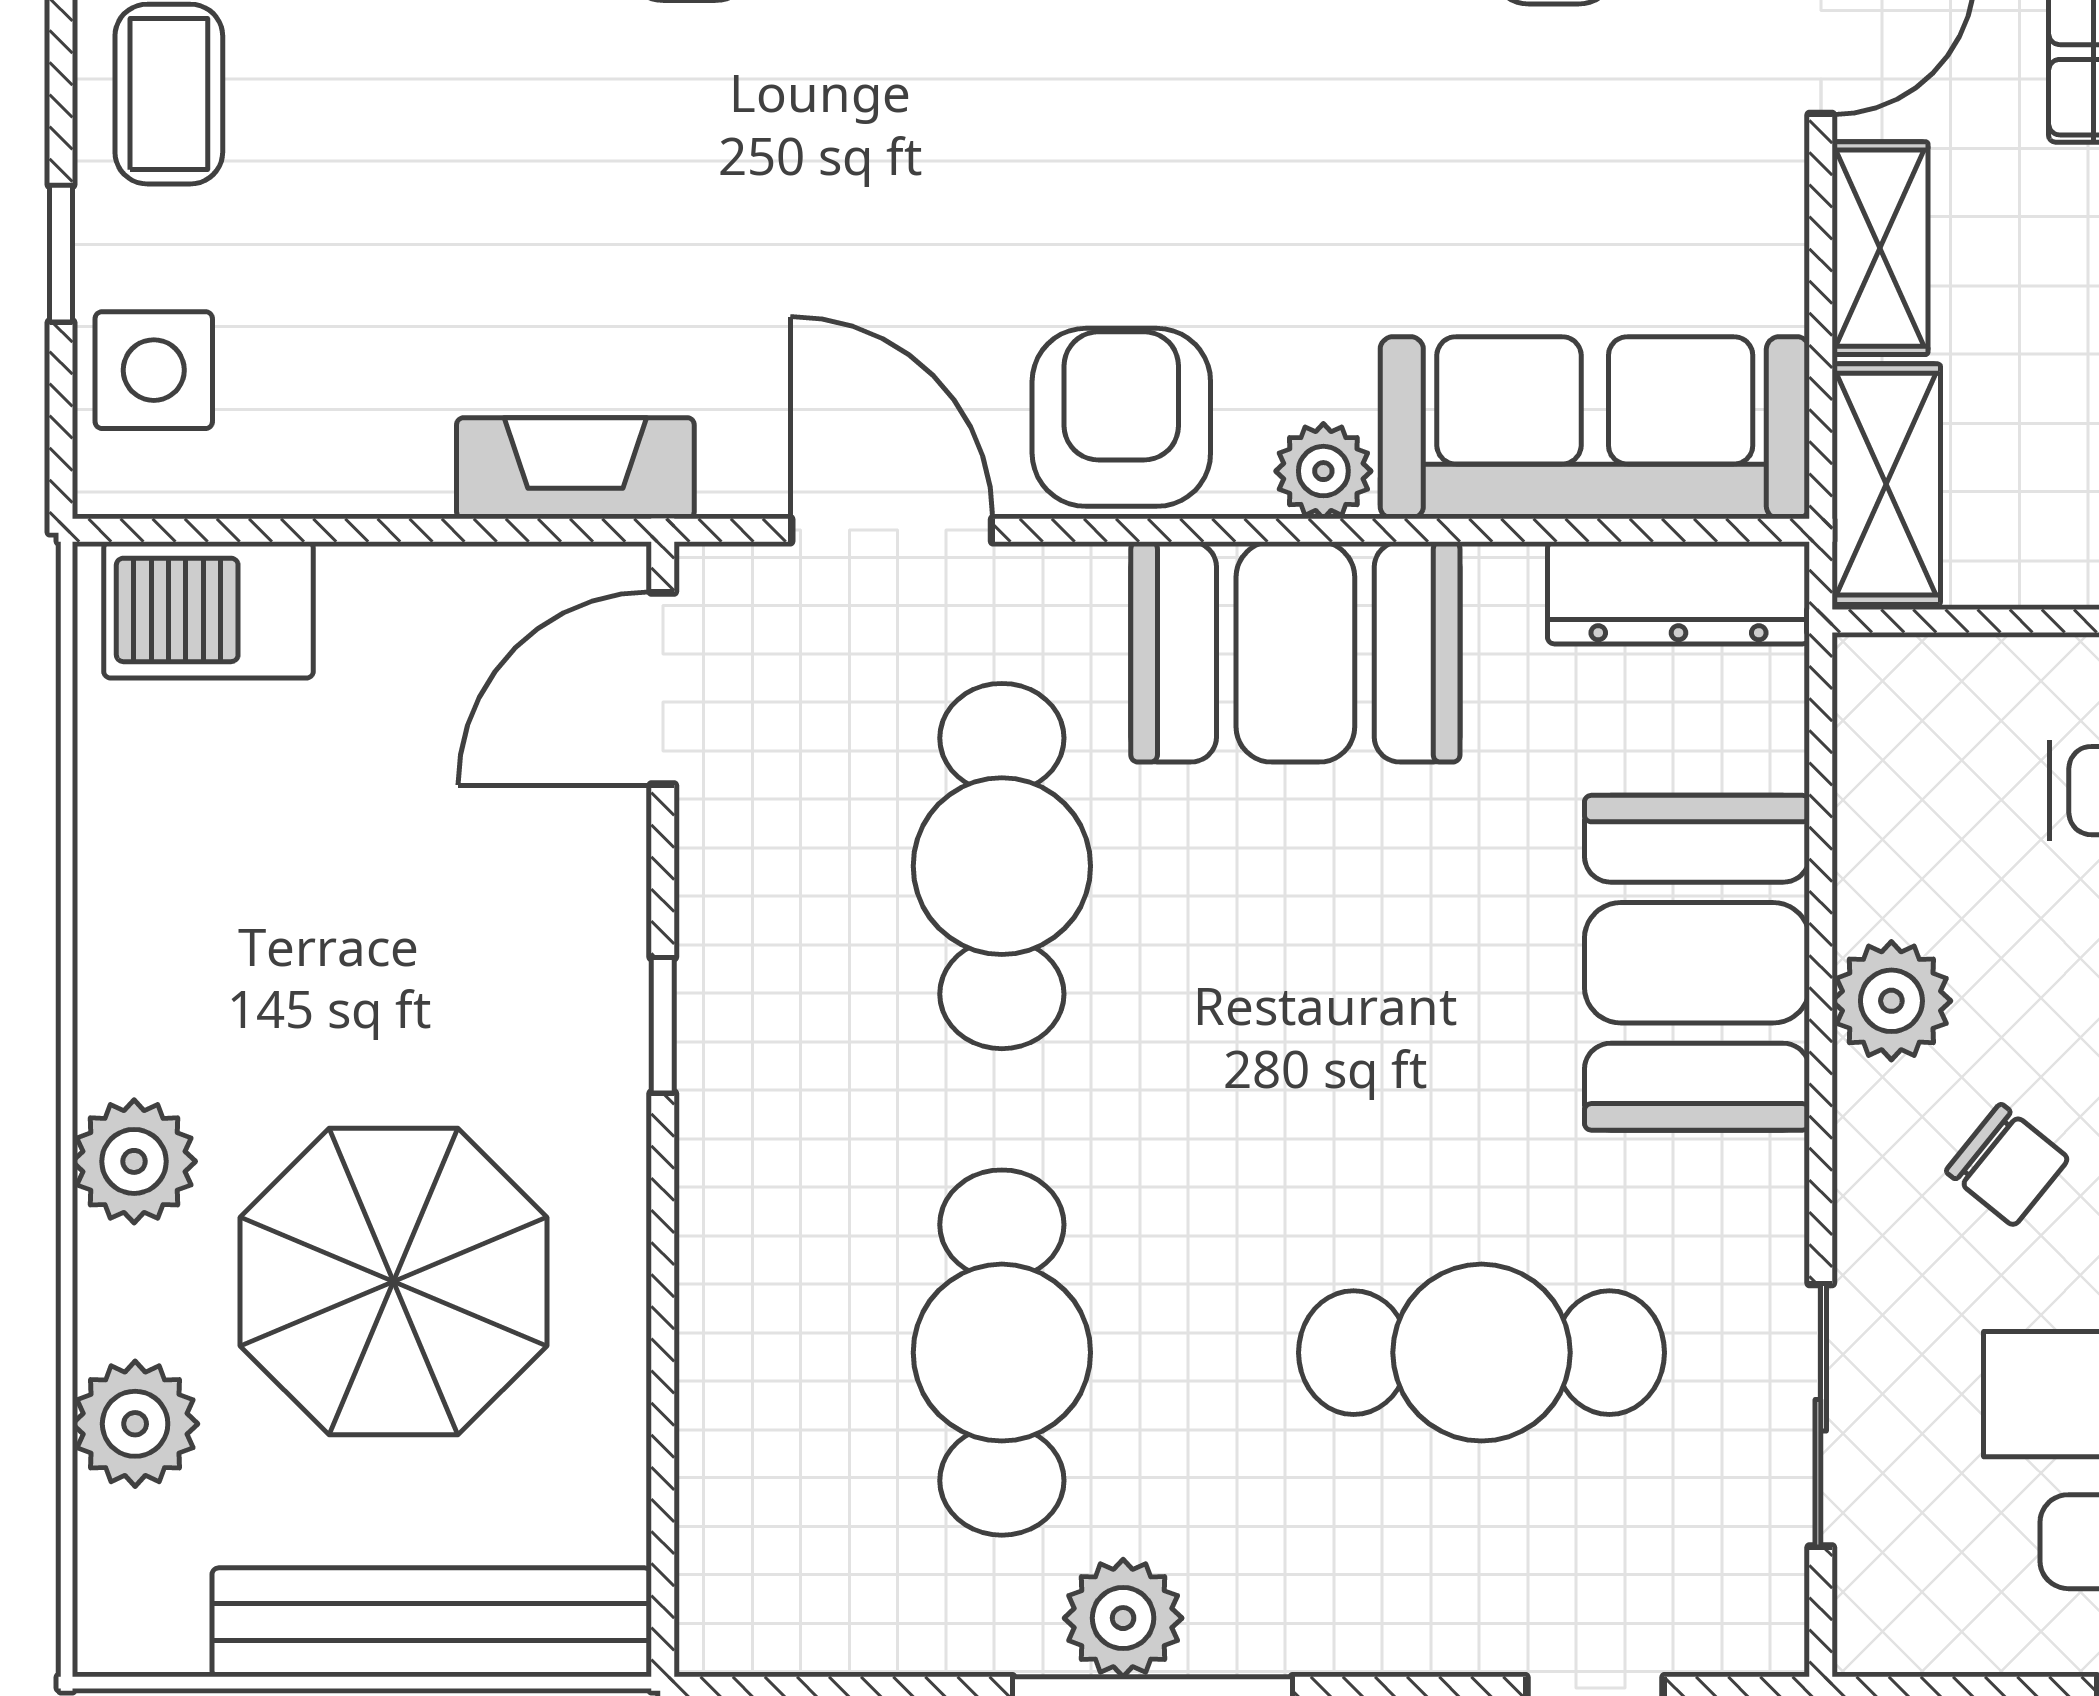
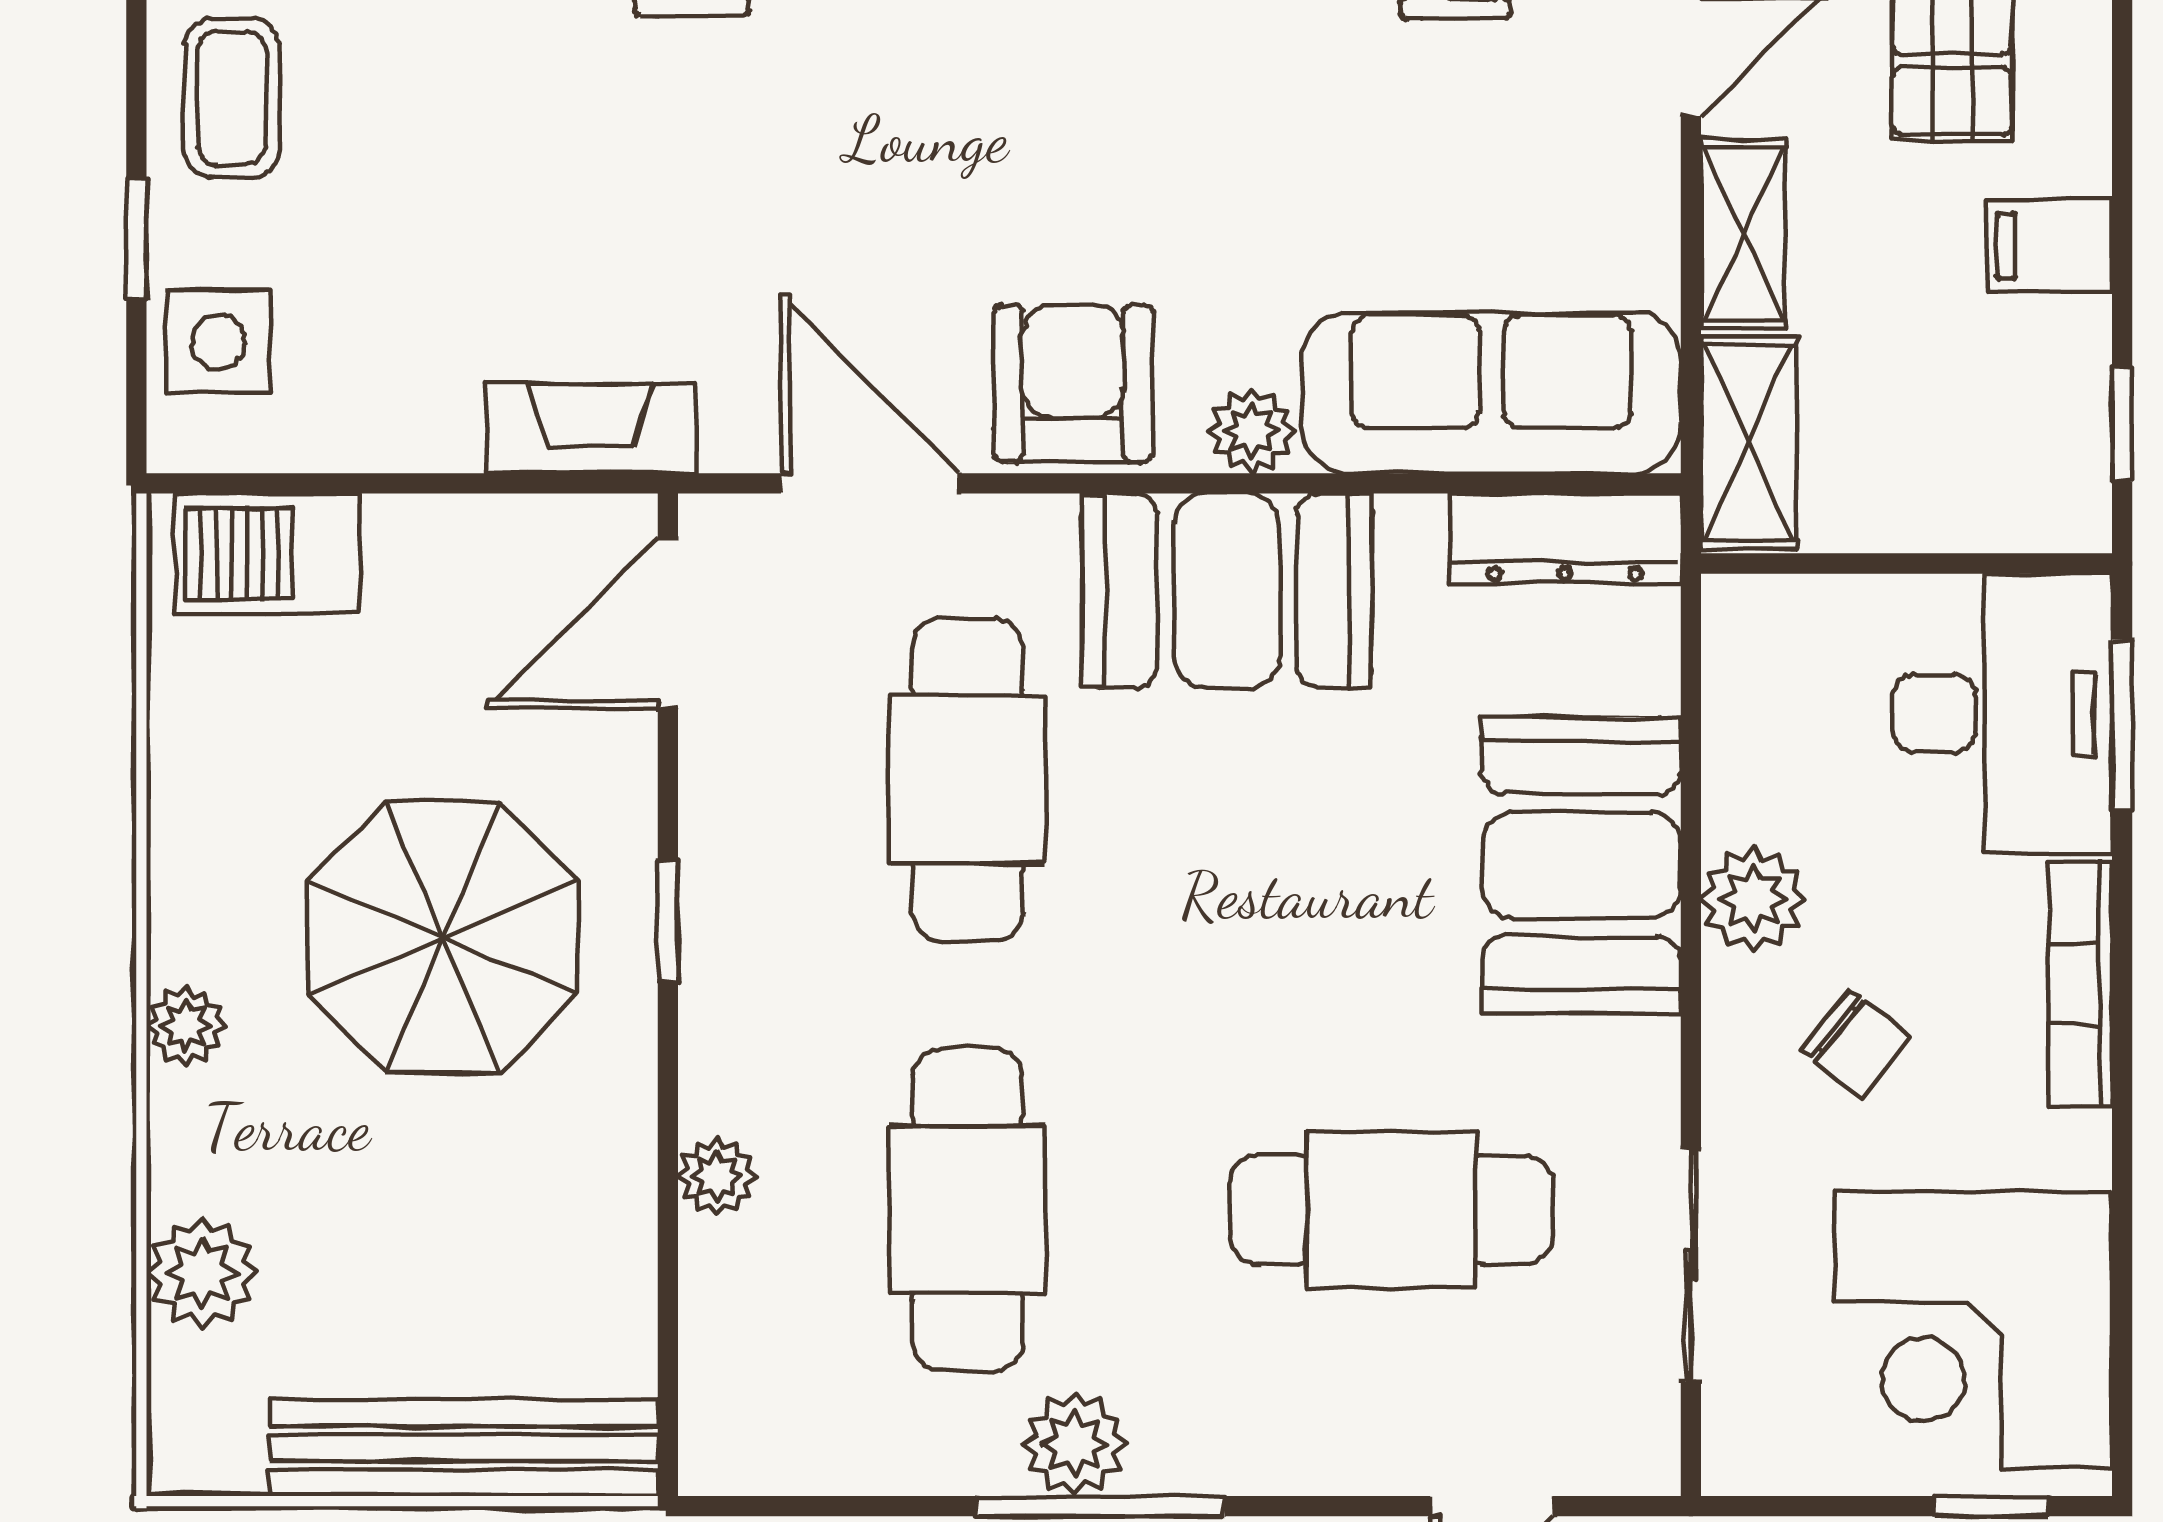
plant: (134, 1161) -> (186, 1026), width x0.73, depth x0.73
parasol: (394, 1282) -> (443, 937), moved
plant: (718, 1315) -> (717, 1176), added

